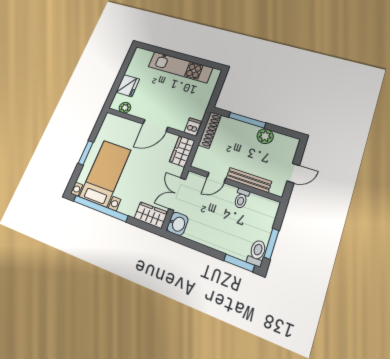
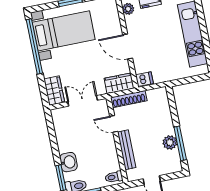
window: (247, 120) -> (180, 143), moved
shoe rack: (210, 130) -> (129, 99), moved
toilet: (241, 199) -> (114, 177), moved
washbasin: (177, 224) -> (68, 162), moved, turned -90

